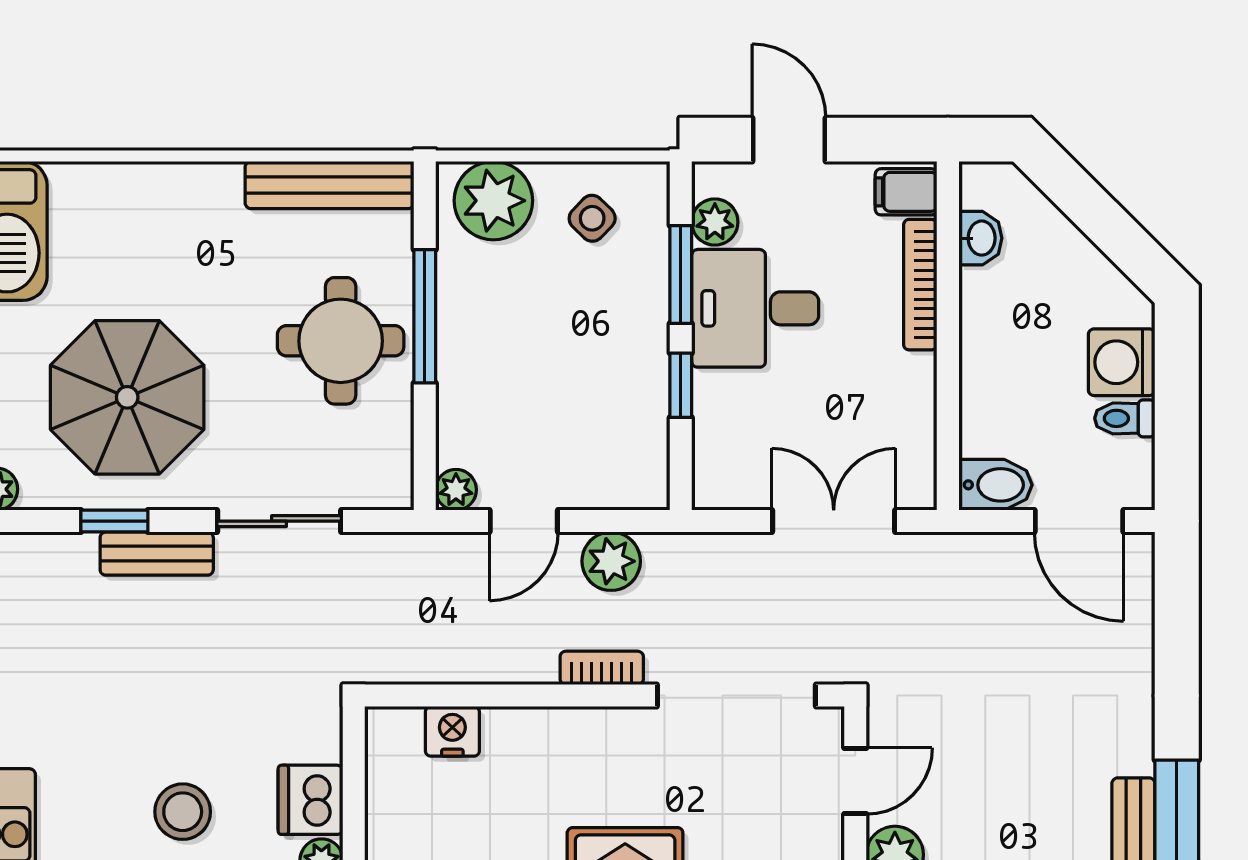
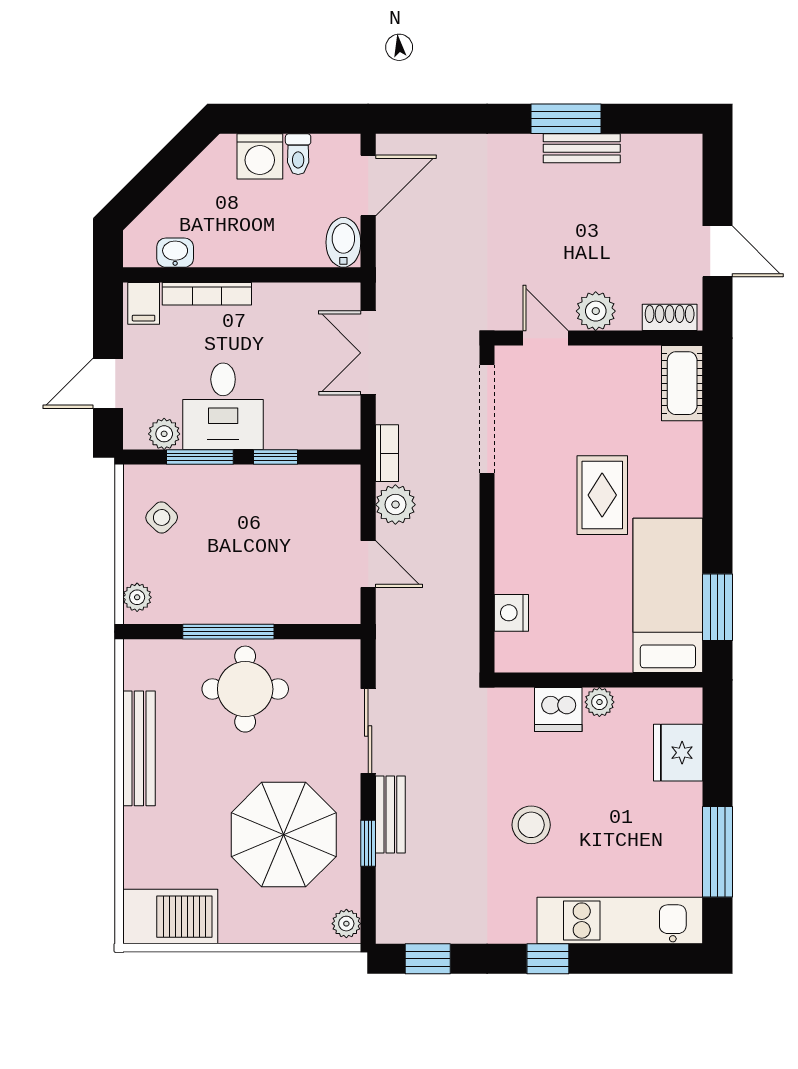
bench: (329, 185) -> (139, 748), moved
plant: (493, 201) -> (137, 597), width x0.53, depth x0.53
plant: (456, 490) -> (347, 610), removed
bookcase: (602, 668) -> (387, 453), moved, turned 180
stool: (183, 812) -> (531, 825), moved

